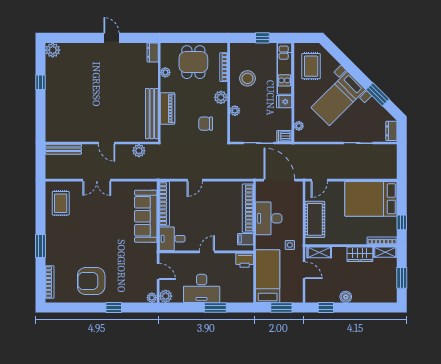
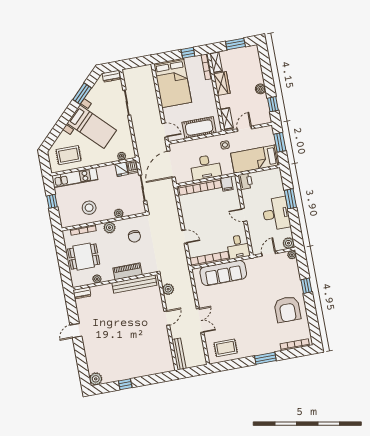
fridge: (284, 102) -> (121, 169), moved

